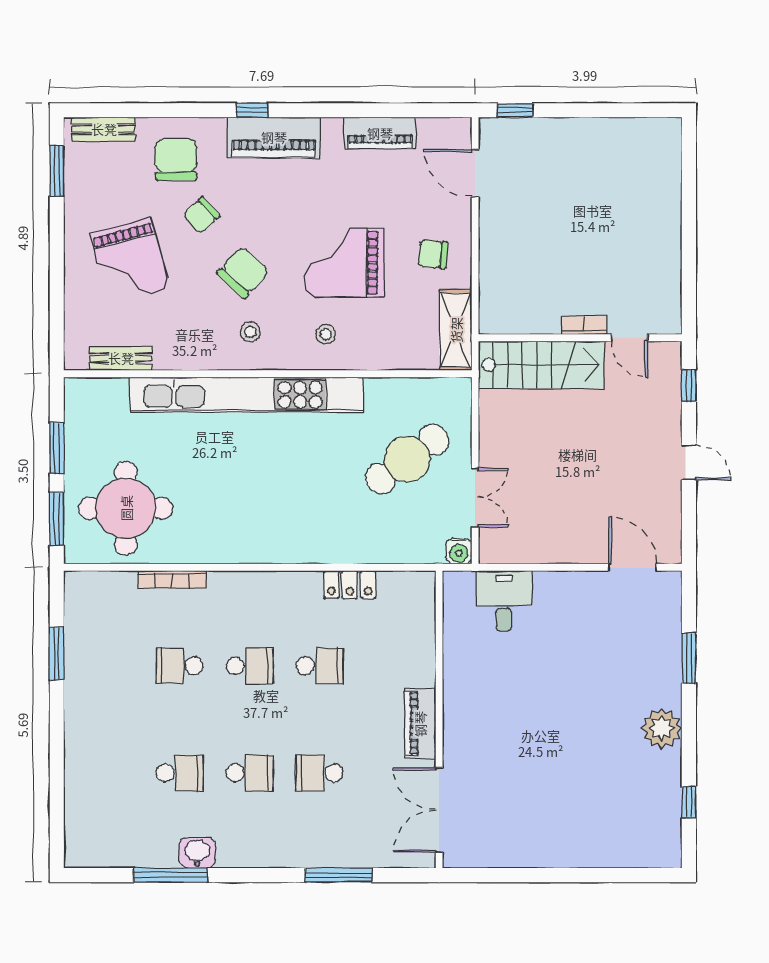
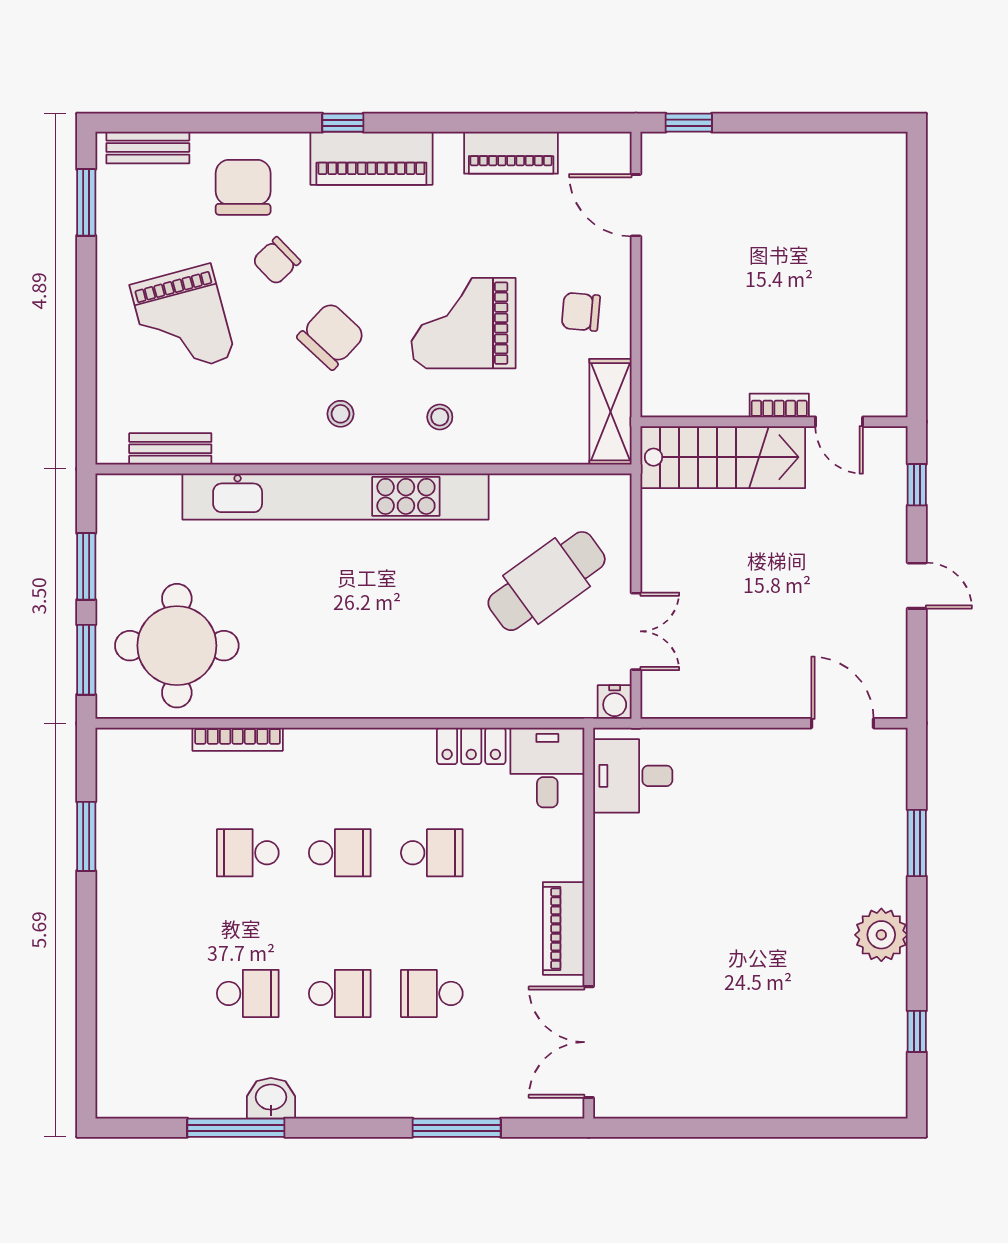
desk: (408, 601) -> (547, 768), added
desk: (504, 601) -> (633, 776), moved, turned -90

